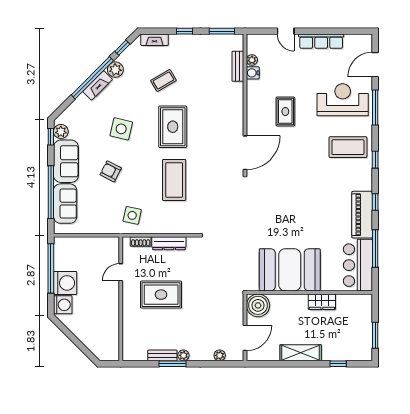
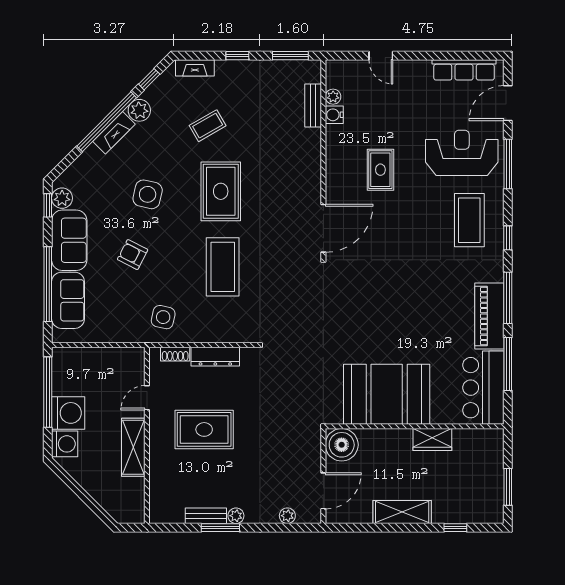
row of seats: (321, 41) -> (464, 70), moved
coffee table: (348, 147) -> (469, 220), turned 90
window: (375, 202) -> (508, 298), width x2.17
shelving: (111, 307) -> (133, 447), added

